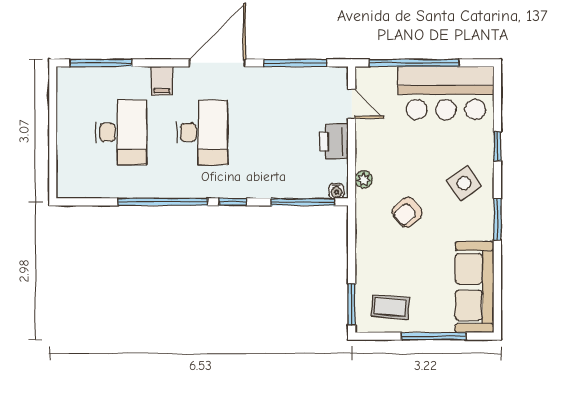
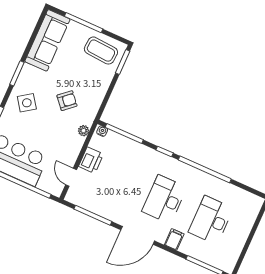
coffee table: (390, 307) -> (101, 51), width x1.36, depth x1.30

